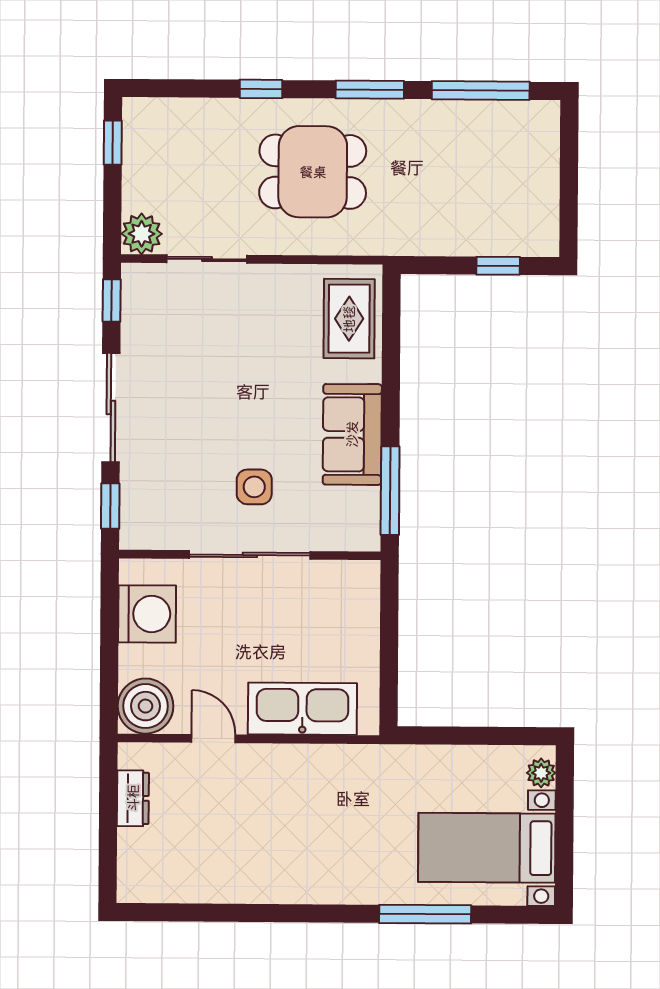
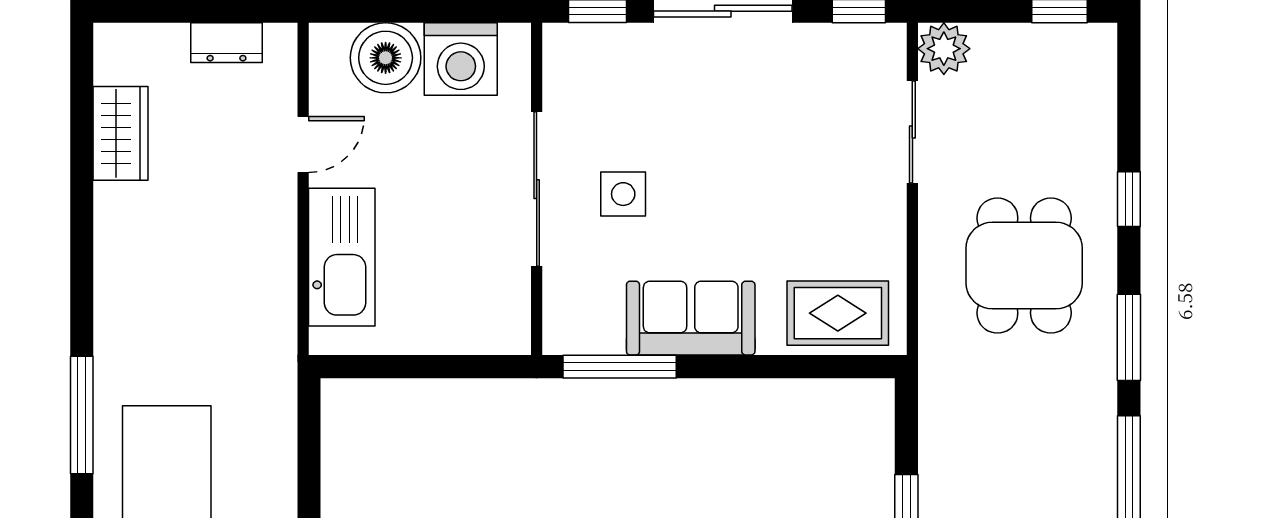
boiler: (145, 706) -> (386, 58), moved
wardrobe: (204, 882) -> (120, 133), added

